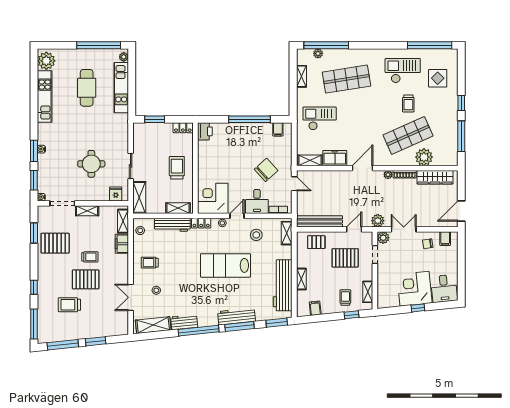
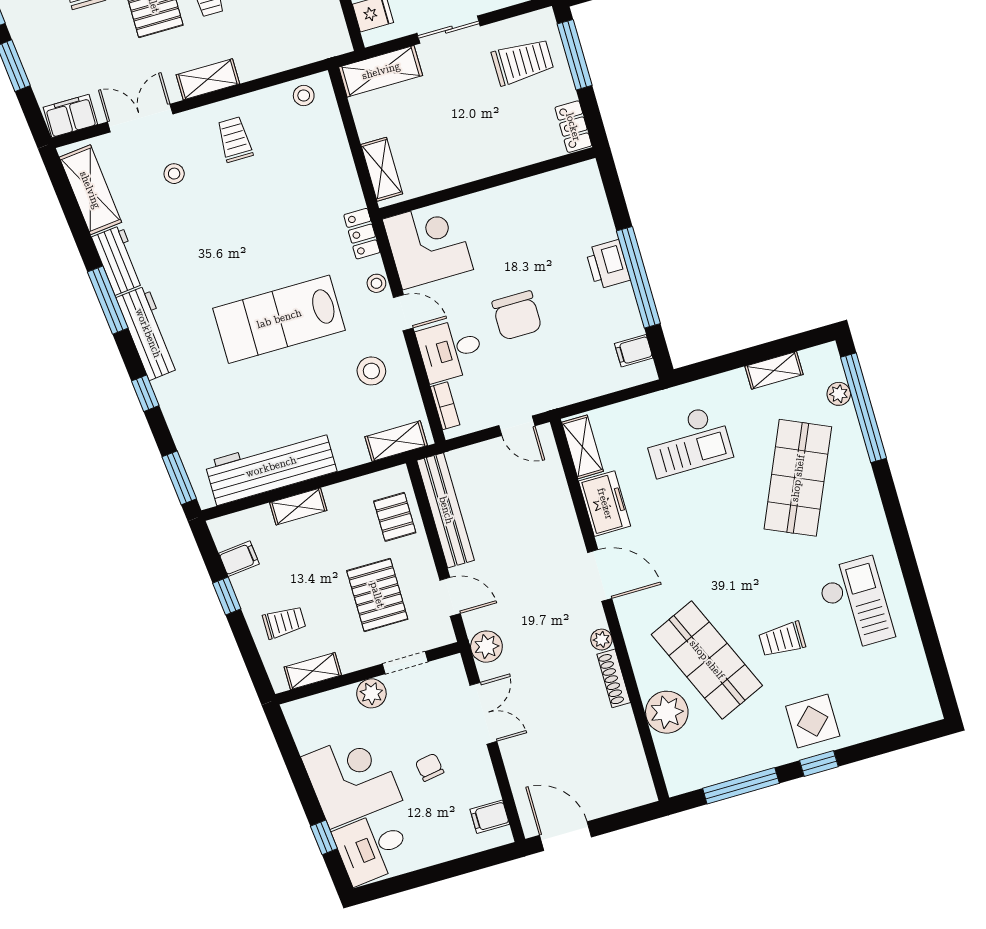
window: (430, 45) -> (933, 650), removed
display table: (438, 78) -> (813, 721), moved
shop shelf: (346, 79) -> (798, 478), turned 33
checkout: (320, 118) -> (687, 441), turned 90
window: (155, 119) -> (575, 55), width x1.44
printer: (205, 131) -> (608, 265), moved, turned 90
trolley: (177, 168) -> (523, 62), moved
chair: (266, 170) -> (517, 316), moved, turned 42
wardrobe: (435, 177) -> (627, 752), removed
door: (294, 184) -> (517, 426), hinge flipped
shelving: (123, 221) -> (208, 79), moved
workbench: (172, 225) -> (339, 167), removed
plant: (383, 238) -> (371, 693), moved
filing cabinet: (122, 244) -> (70, 116), moved
chair: (428, 244) -> (430, 767), moved
lab bench: (225, 265) -> (279, 319), turned -90
window: (418, 308) -> (324, 837), moved
window: (352, 315) -> (227, 596), moved
workbench: (237, 316) -> (148, 333), moved
window: (239, 326) -> (145, 393), width x0.46
window: (199, 331) -> (108, 300), width x0.68

